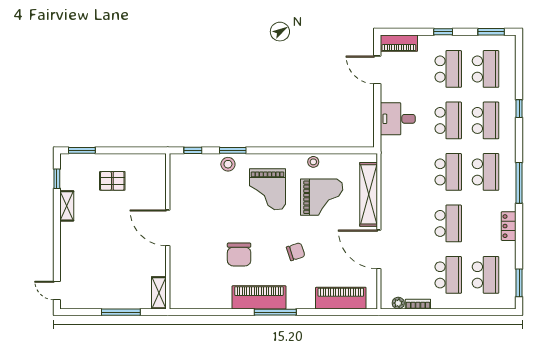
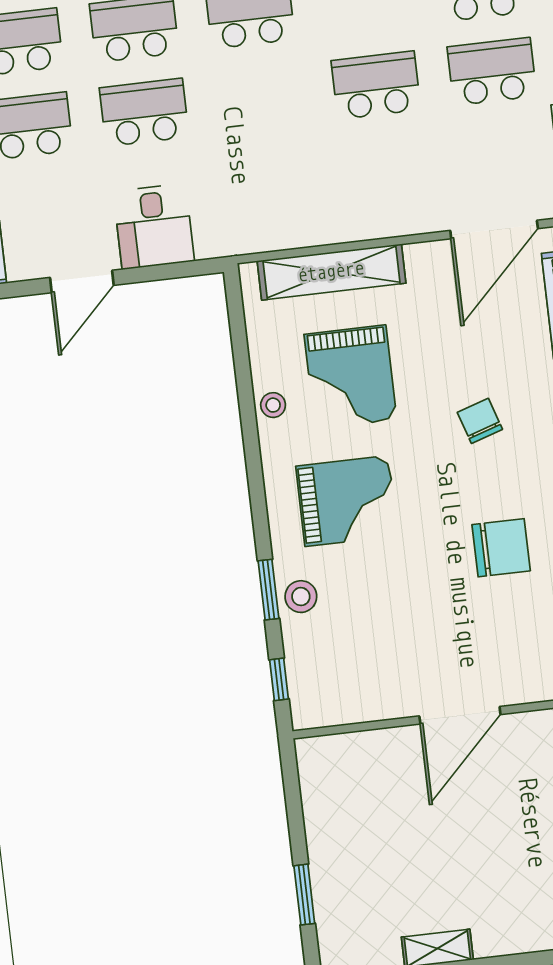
door: (377, 70) -> (82, 281), moved
window: (82, 150) -> (304, 895), moved
school desk: (448, 172) -> (260, 99), removed
pallet: (112, 181) -> (369, 853), removed
grand piano: (322, 197) -> (350, 377), turned 180
door: (379, 249) -> (494, 229), moved

